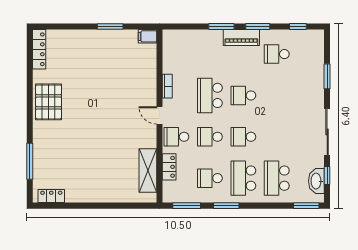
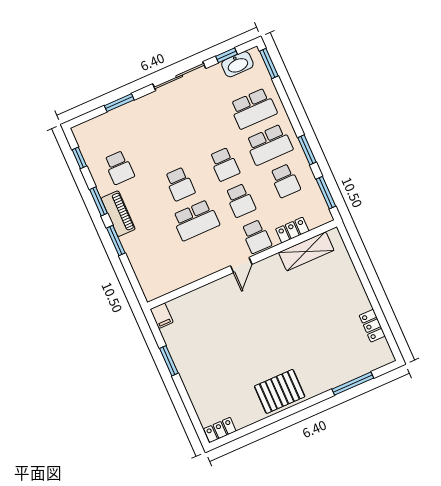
locker: (39, 49) -> (220, 430), width x0.66
bookcase: (167, 86) -> (206, 271), removed
locker: (51, 196) -> (372, 326), moved

